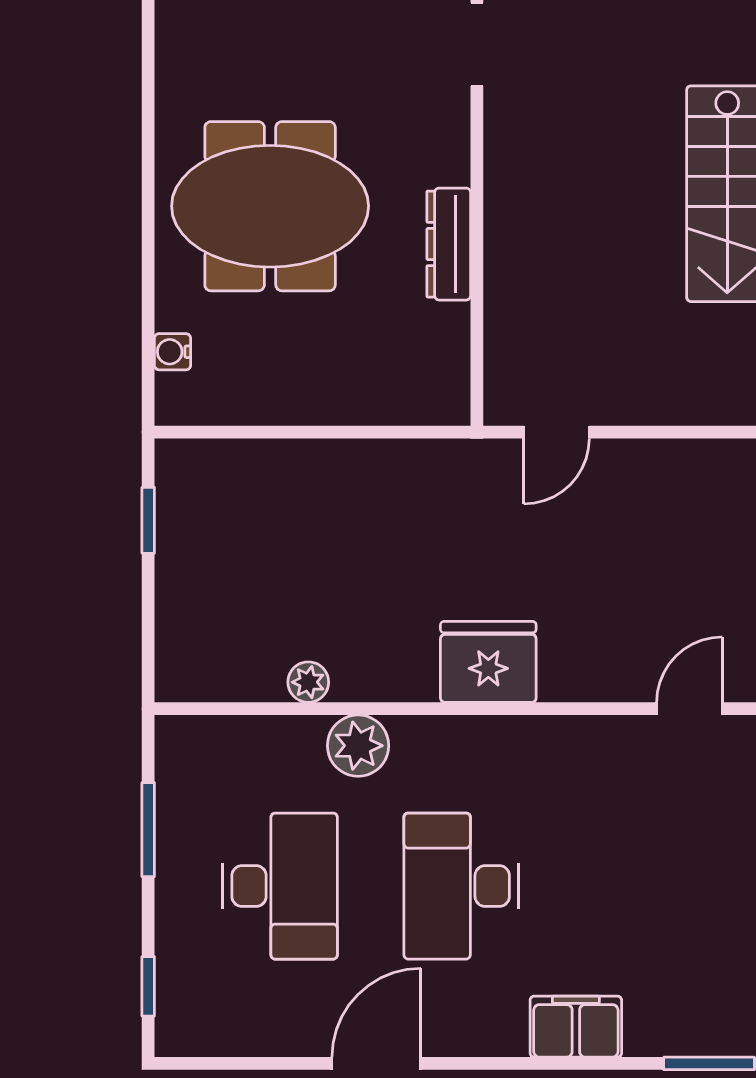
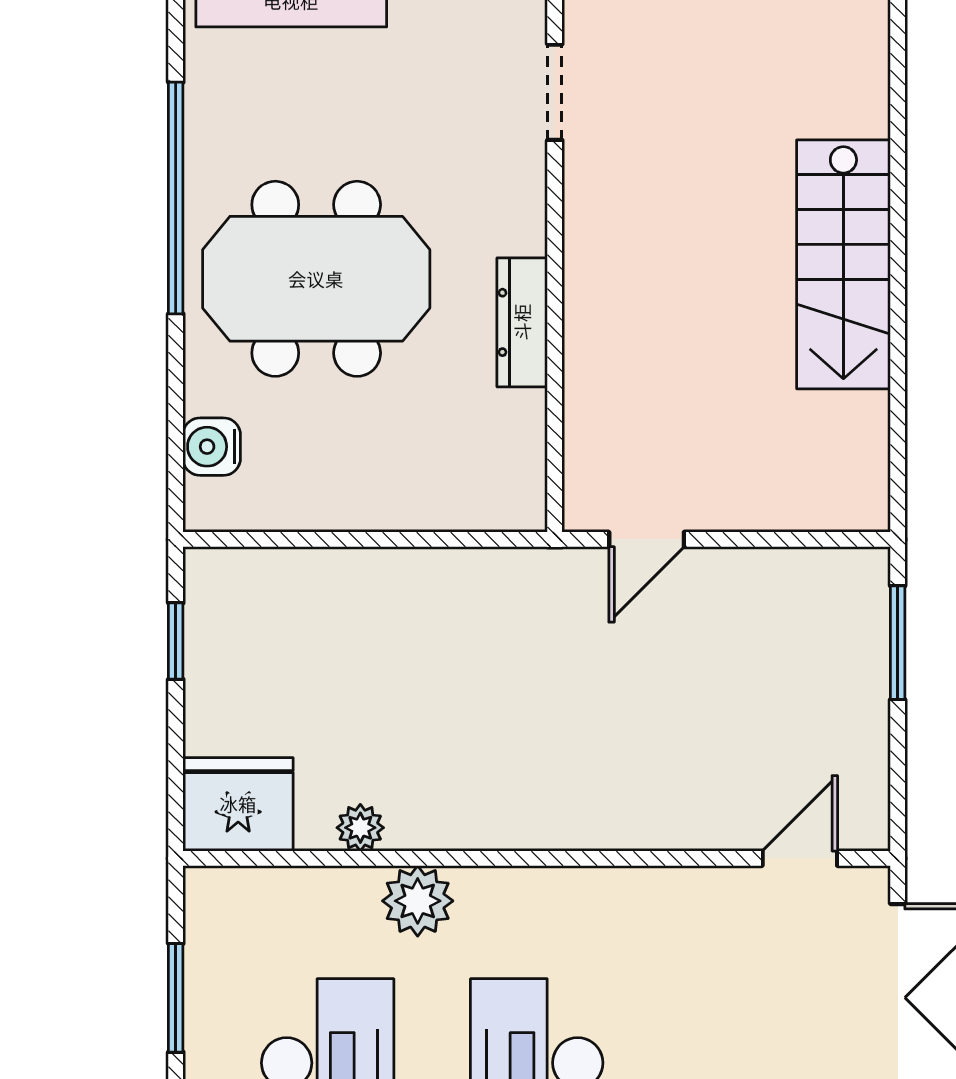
window: (148, 136) -> (176, 198), added
water cooler: (173, 352) -> (212, 447), width x1.38, depth x1.38
fridge: (488, 662) -> (238, 804), moved

